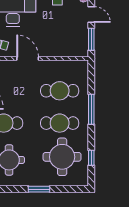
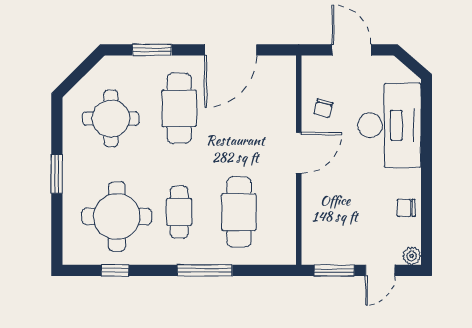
cafe table: (60, 123) -> (179, 212), width x0.73, depth x0.74

